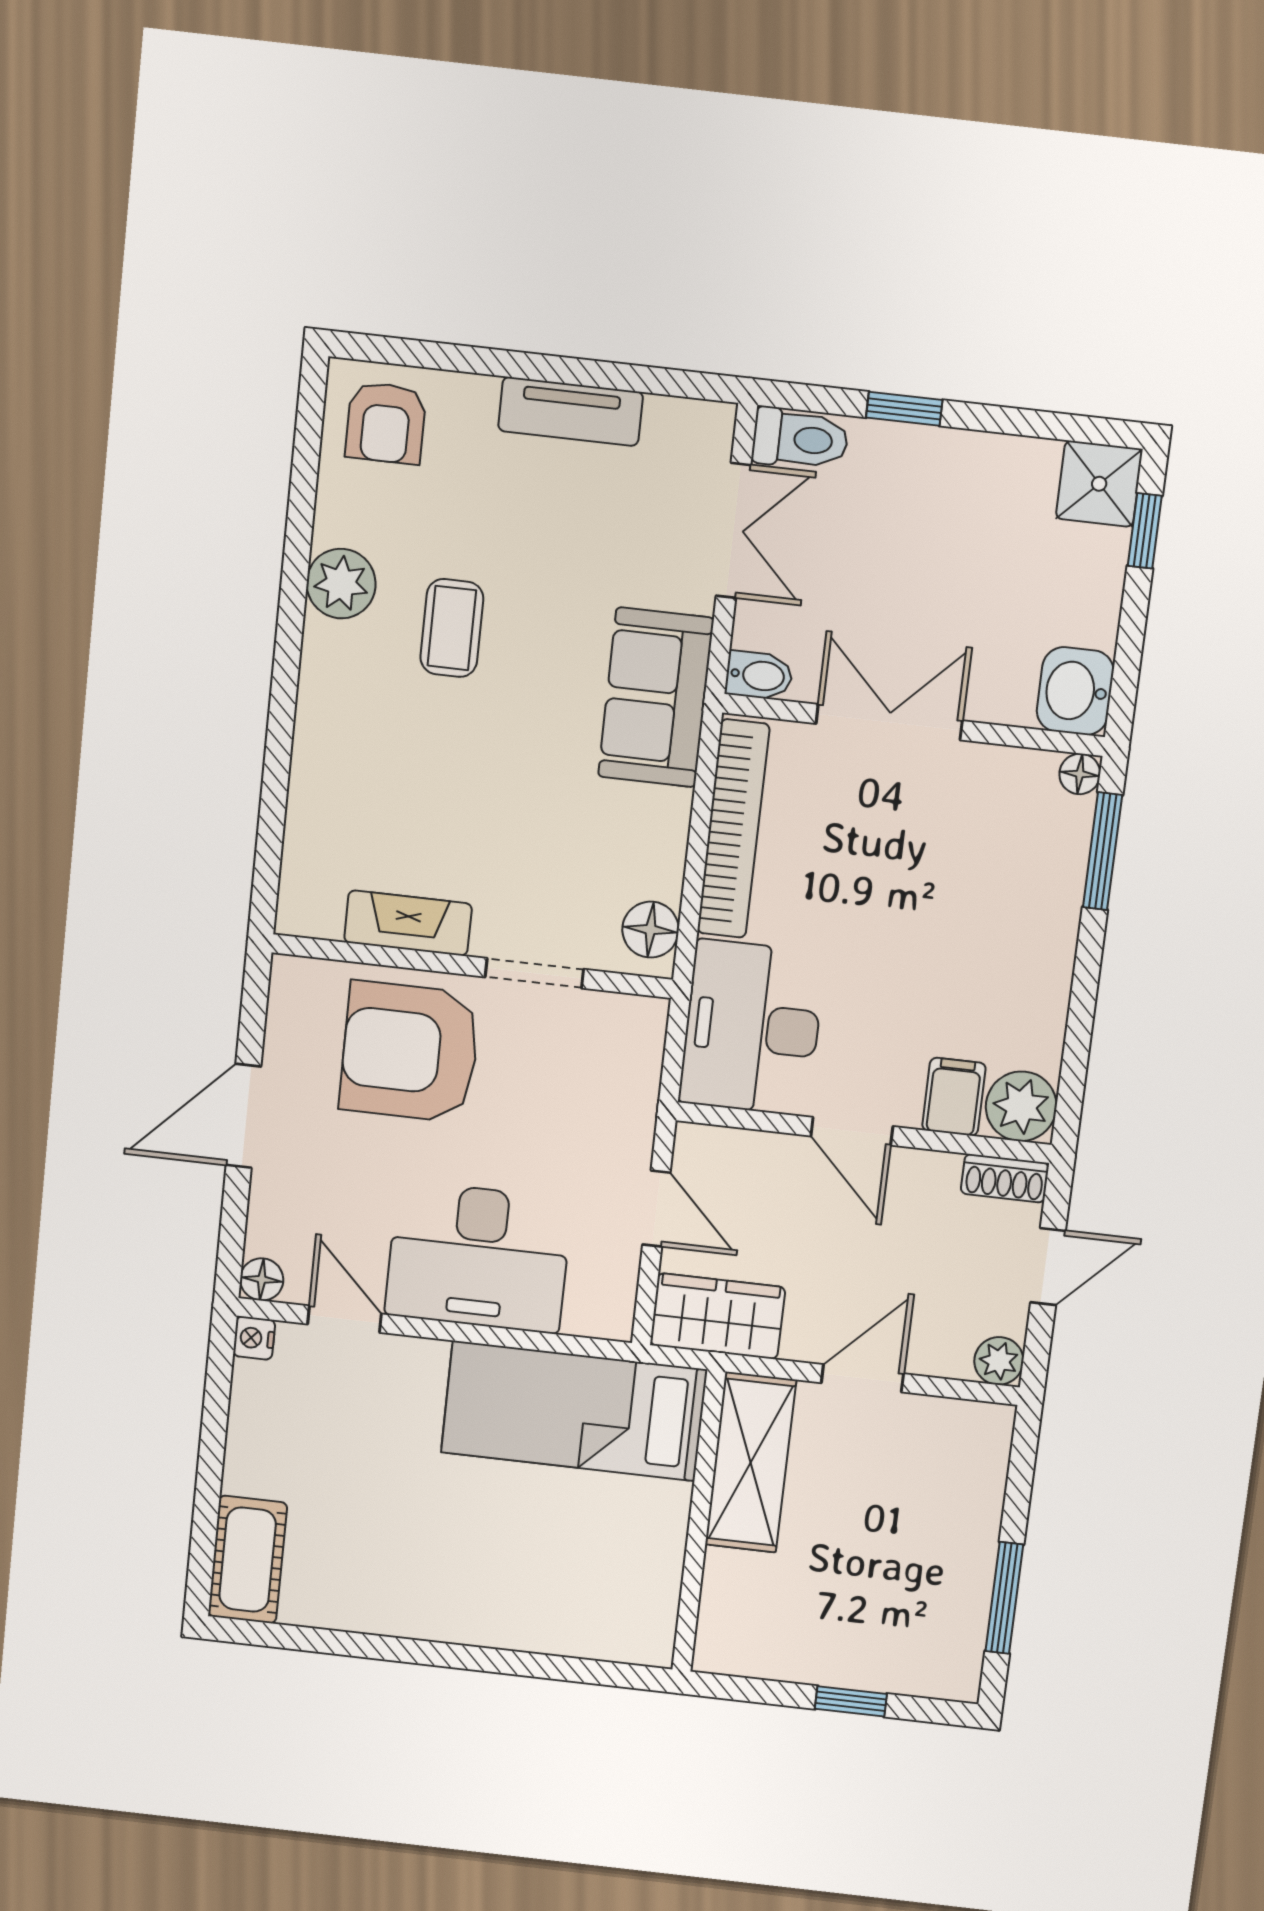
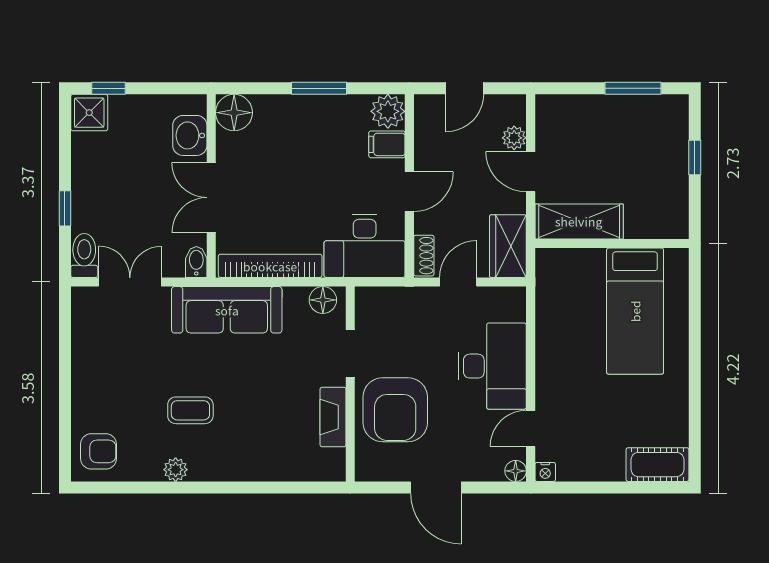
tv unit: (571, 411) -> (84, 365), removed
plant: (341, 584) -> (176, 470), width x0.73, depth x0.73
washbasin: (1075, 691) -> (190, 135), moved, turned 90
sofa: (656, 697) -> (227, 310), width x1.36
floor lamp: (1080, 774) -> (234, 113), width x1.89, depth x1.89
window: (1103, 851) -> (319, 88), moved
shoe rack: (1005, 1178) -> (424, 256), moved
door: (1048, 1267) -> (465, 88), swing flipped
plant: (999, 1361) -> (514, 138), moved
bed: (574, 1411) -> (635, 311), moved

